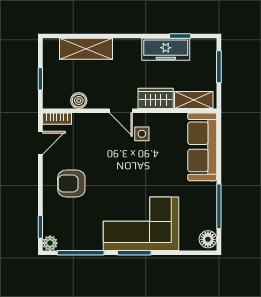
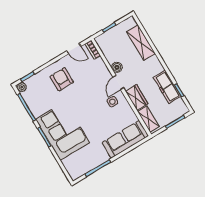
boiler: (79, 100) -> (117, 67), moved
floor lamp: (208, 239) -> (76, 173), removed

